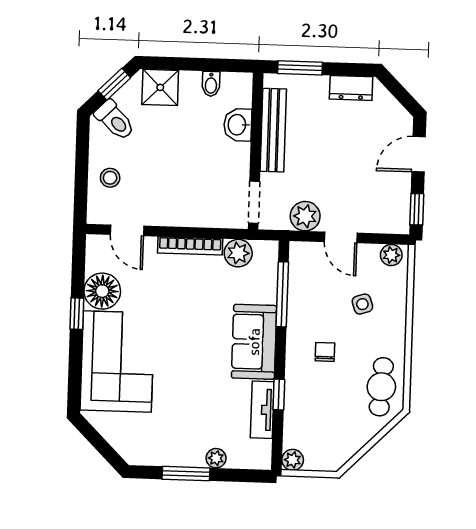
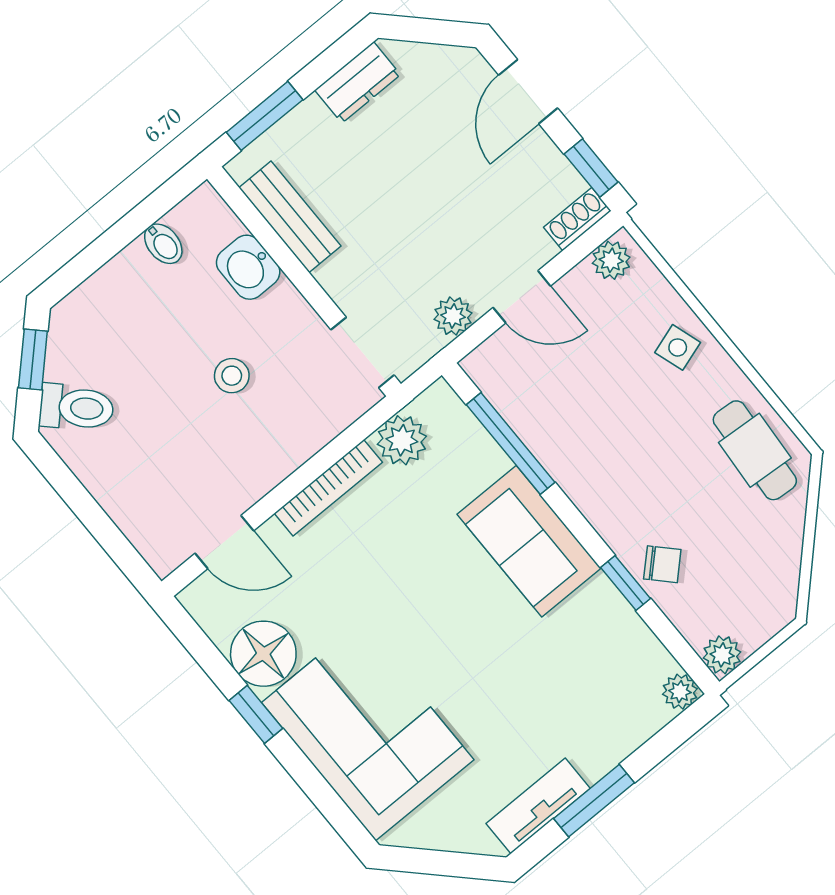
shower: (160, 87) -> (99, 309), removed
bench: (273, 130) -> (290, 217), width x0.73
stool: (110, 178) -> (232, 376), moved
plant: (305, 216) -> (453, 316), width x0.73, depth x0.73
shoe rack: (392, 225) -> (577, 219), added
side table: (362, 304) -> (678, 347), moved
chair: (325, 352) -> (662, 564), moved, turned 136
tv unit: (262, 410) -> (538, 806), moved, turned 90
plant: (216, 458) -> (680, 692), moved

